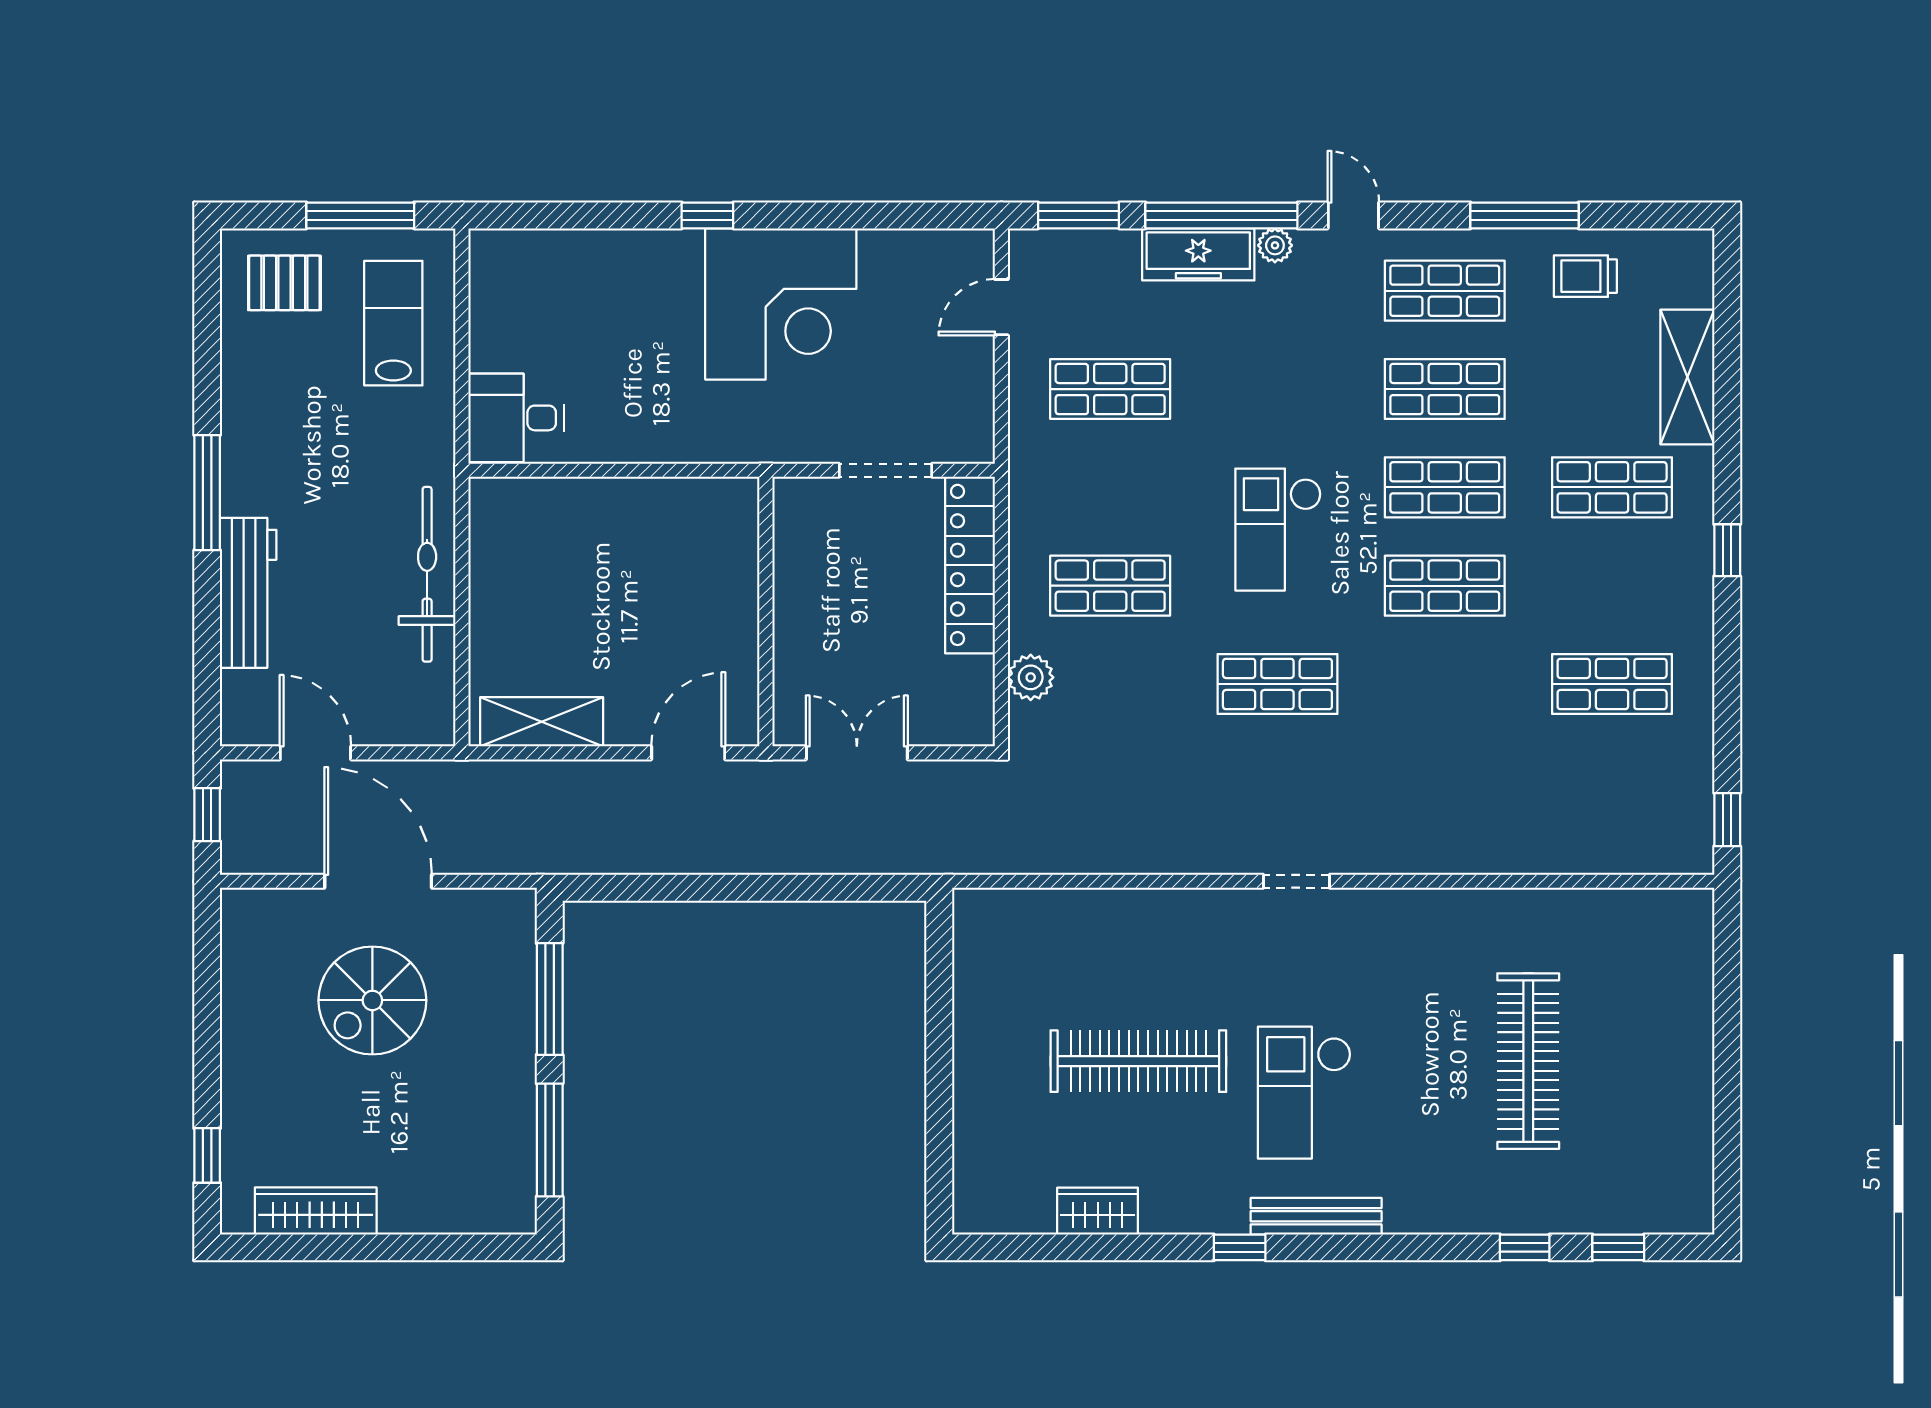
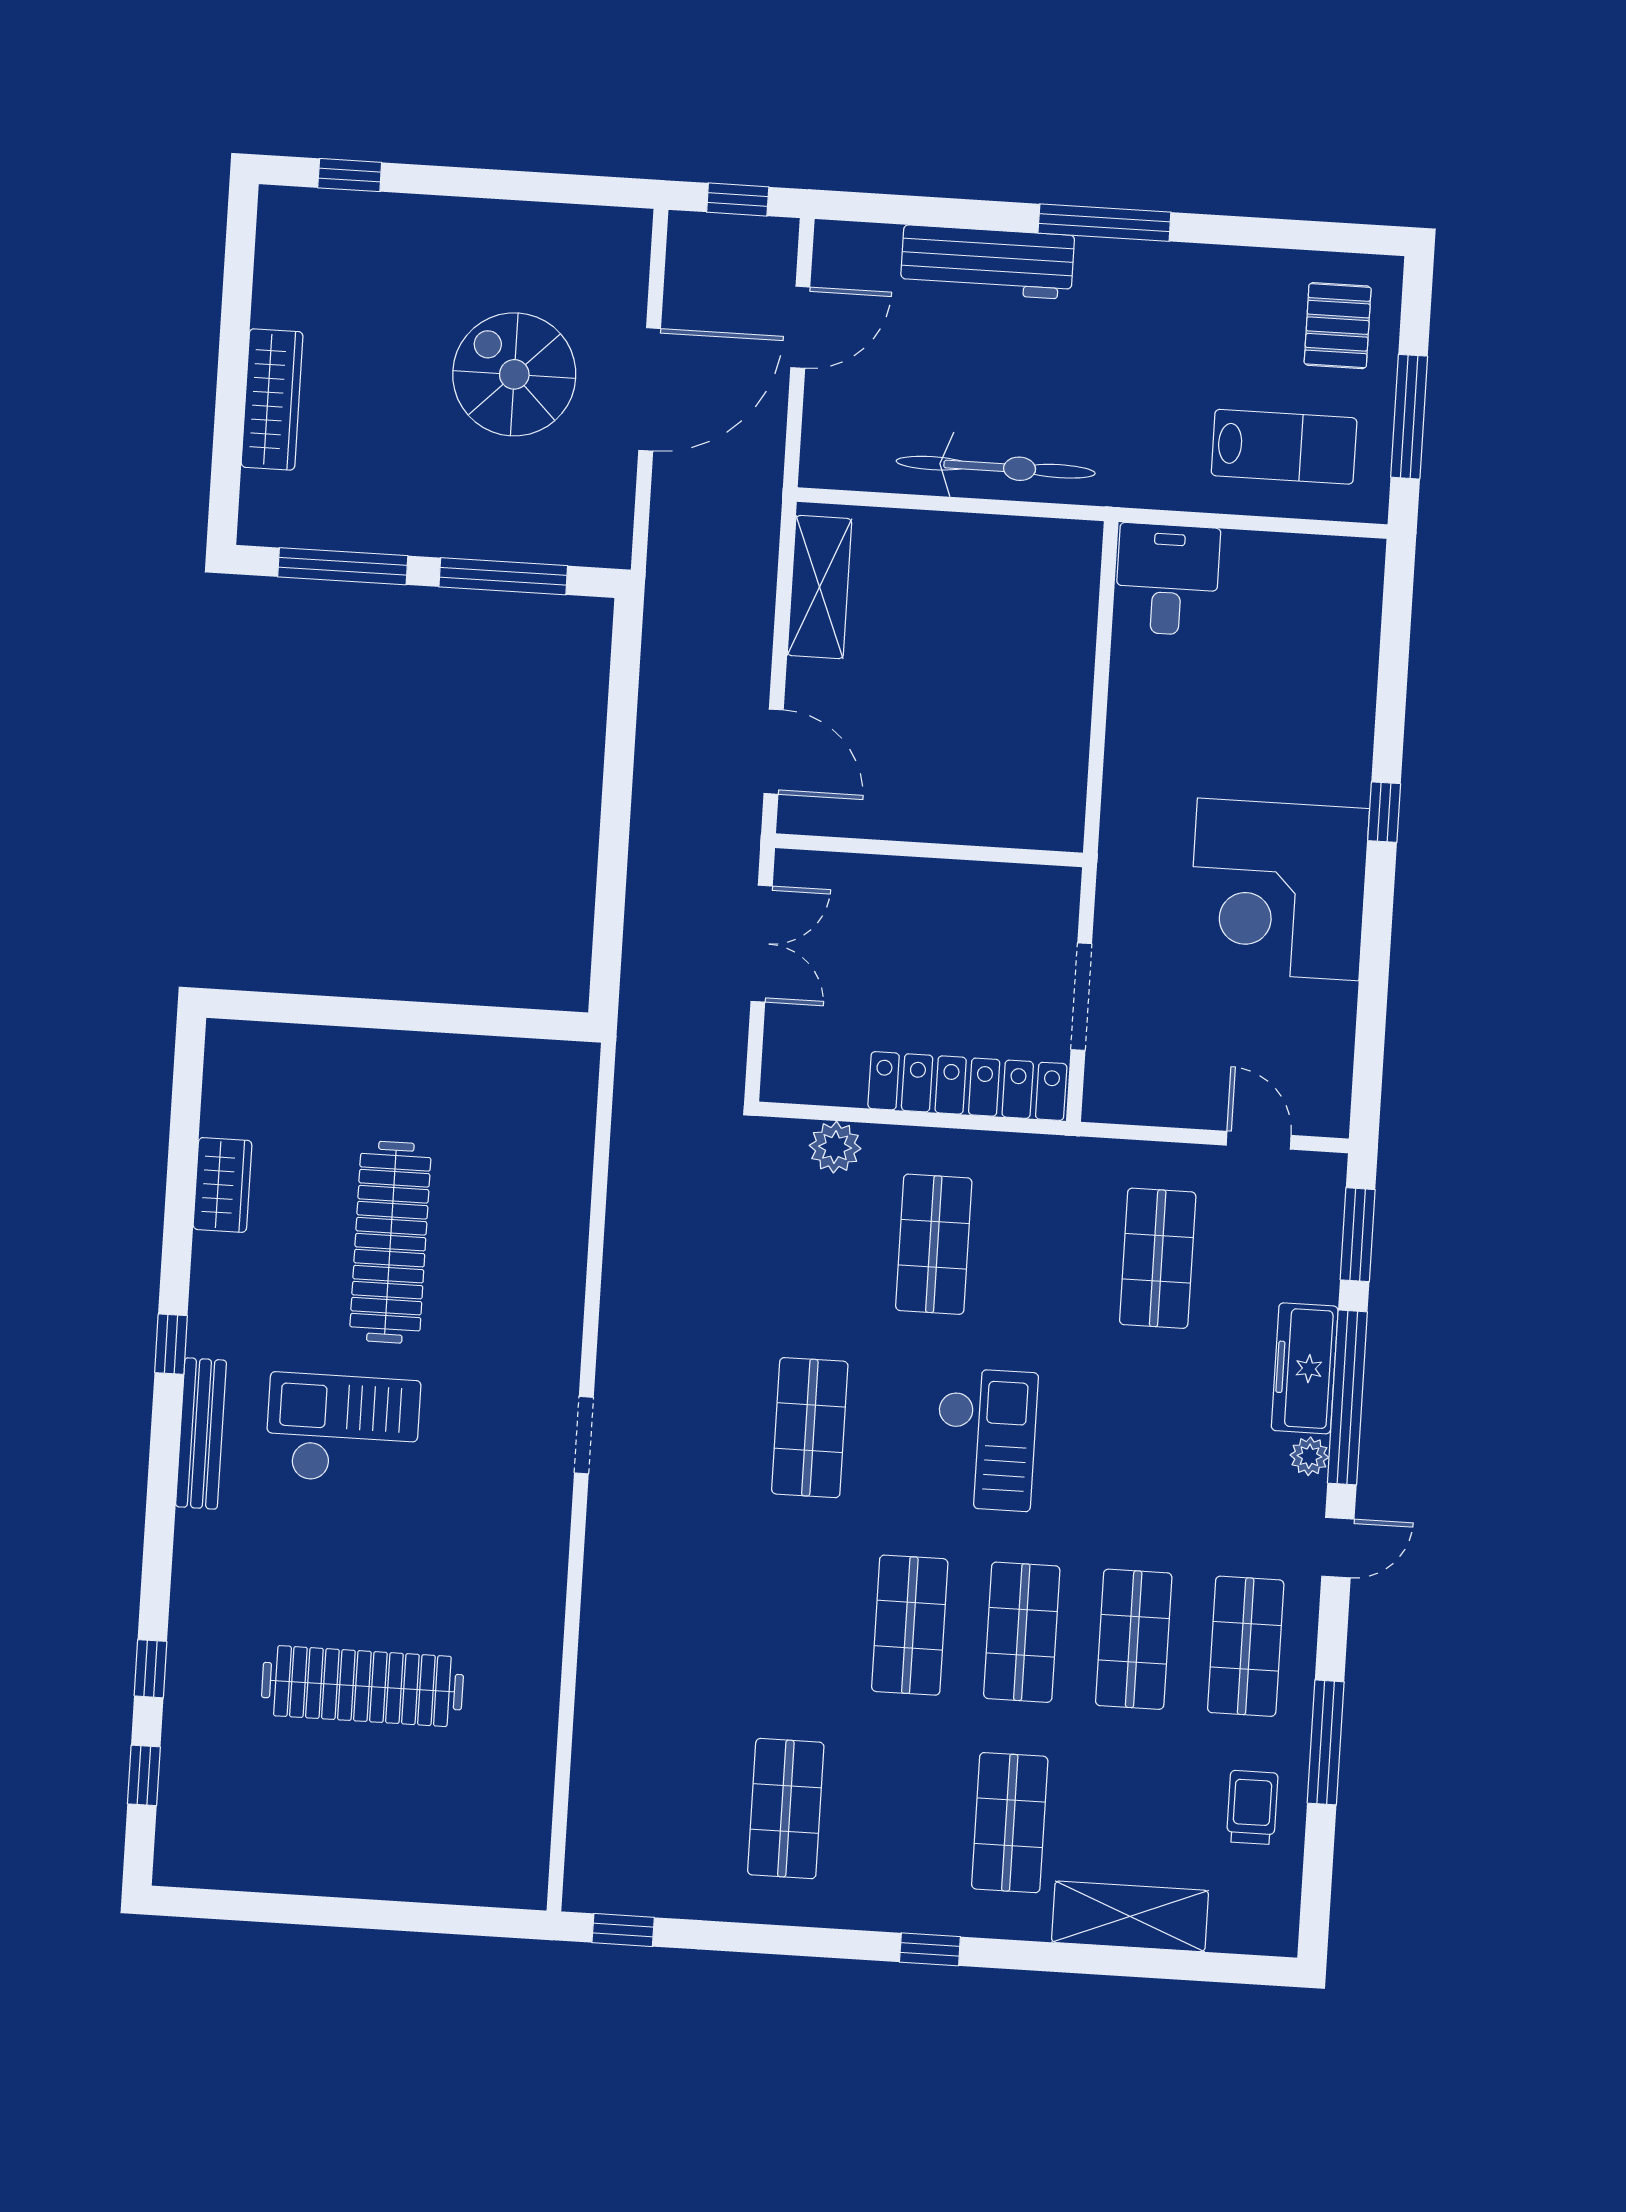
checkout: (1278, 530) -> (986, 1439), turned 90
wardrobe: (316, 1211) -> (272, 399), moved

